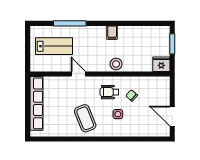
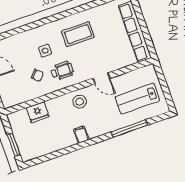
stool: (116, 64) -> (80, 102), moved
fridge: (161, 64) -> (38, 112), moved
coffee table: (85, 118) -> (78, 34), turned -68

